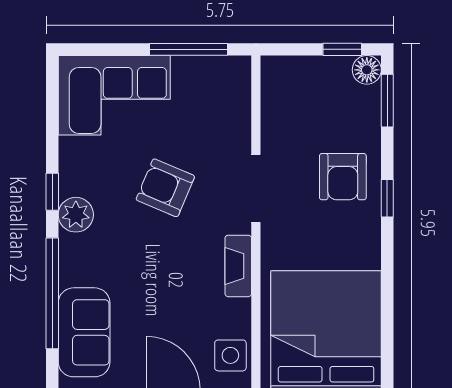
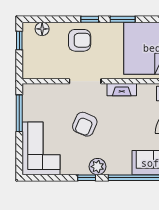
floor lamp: (367, 70) -> (42, 29), moved
window: (387, 101) -> (123, 19), moved

